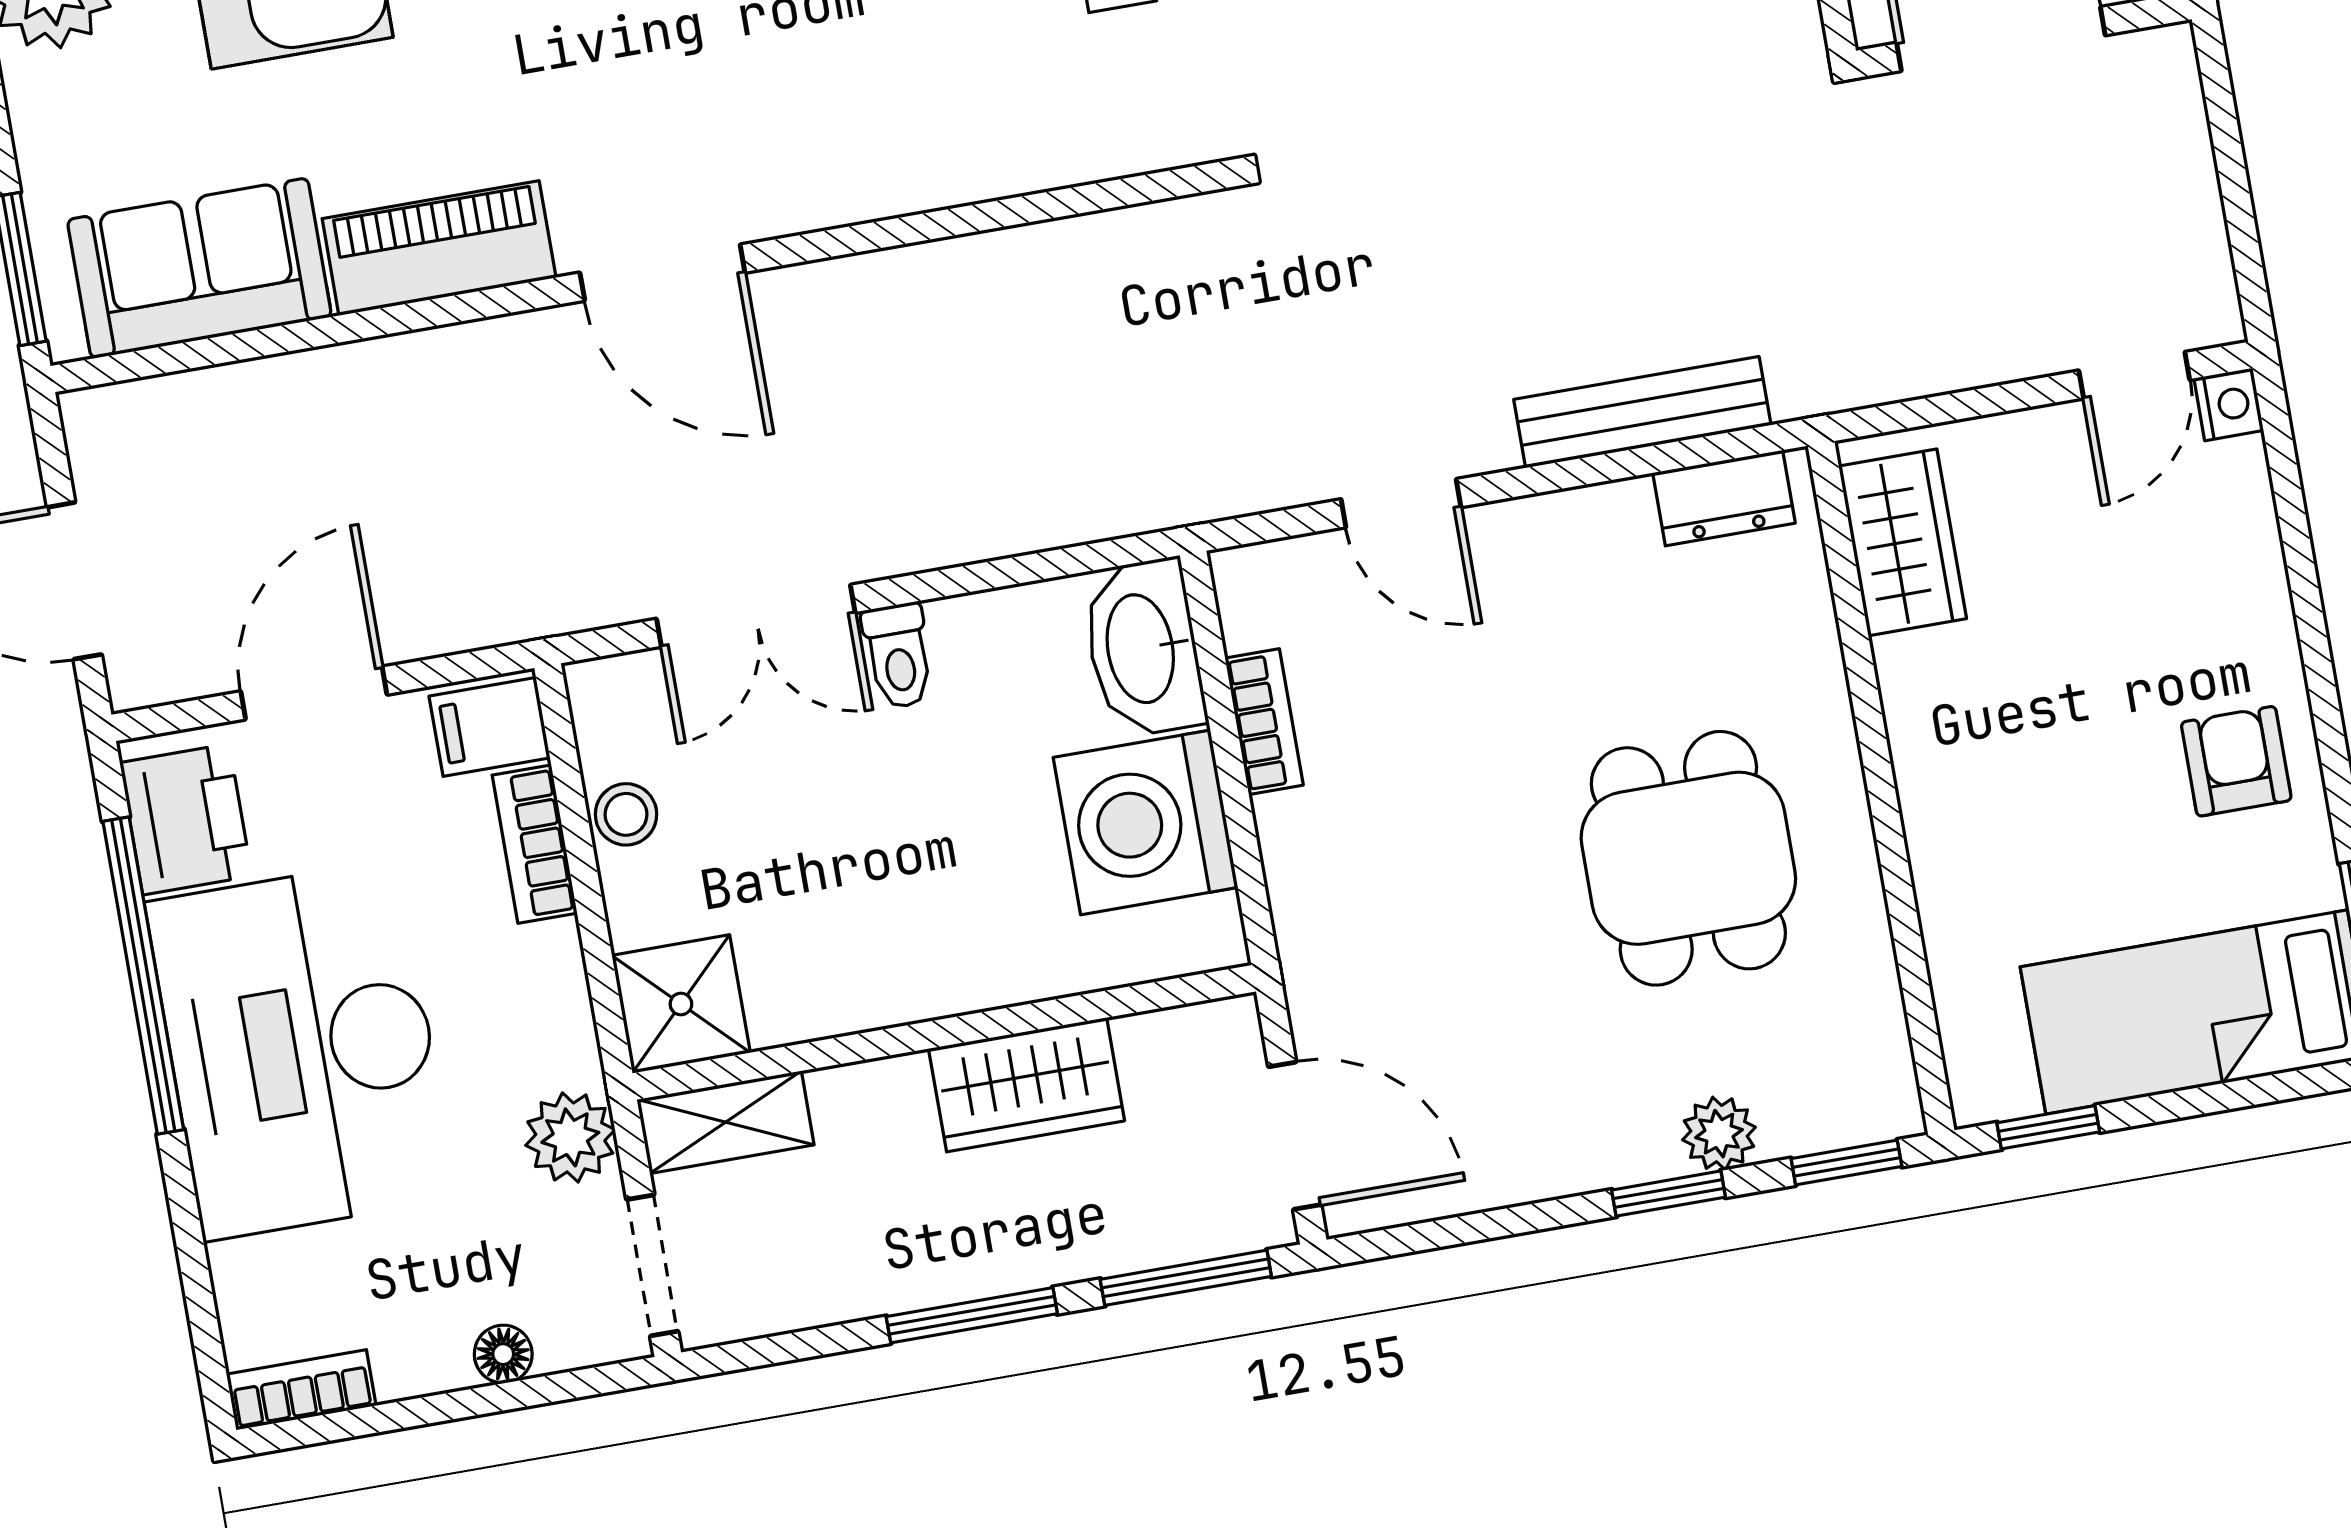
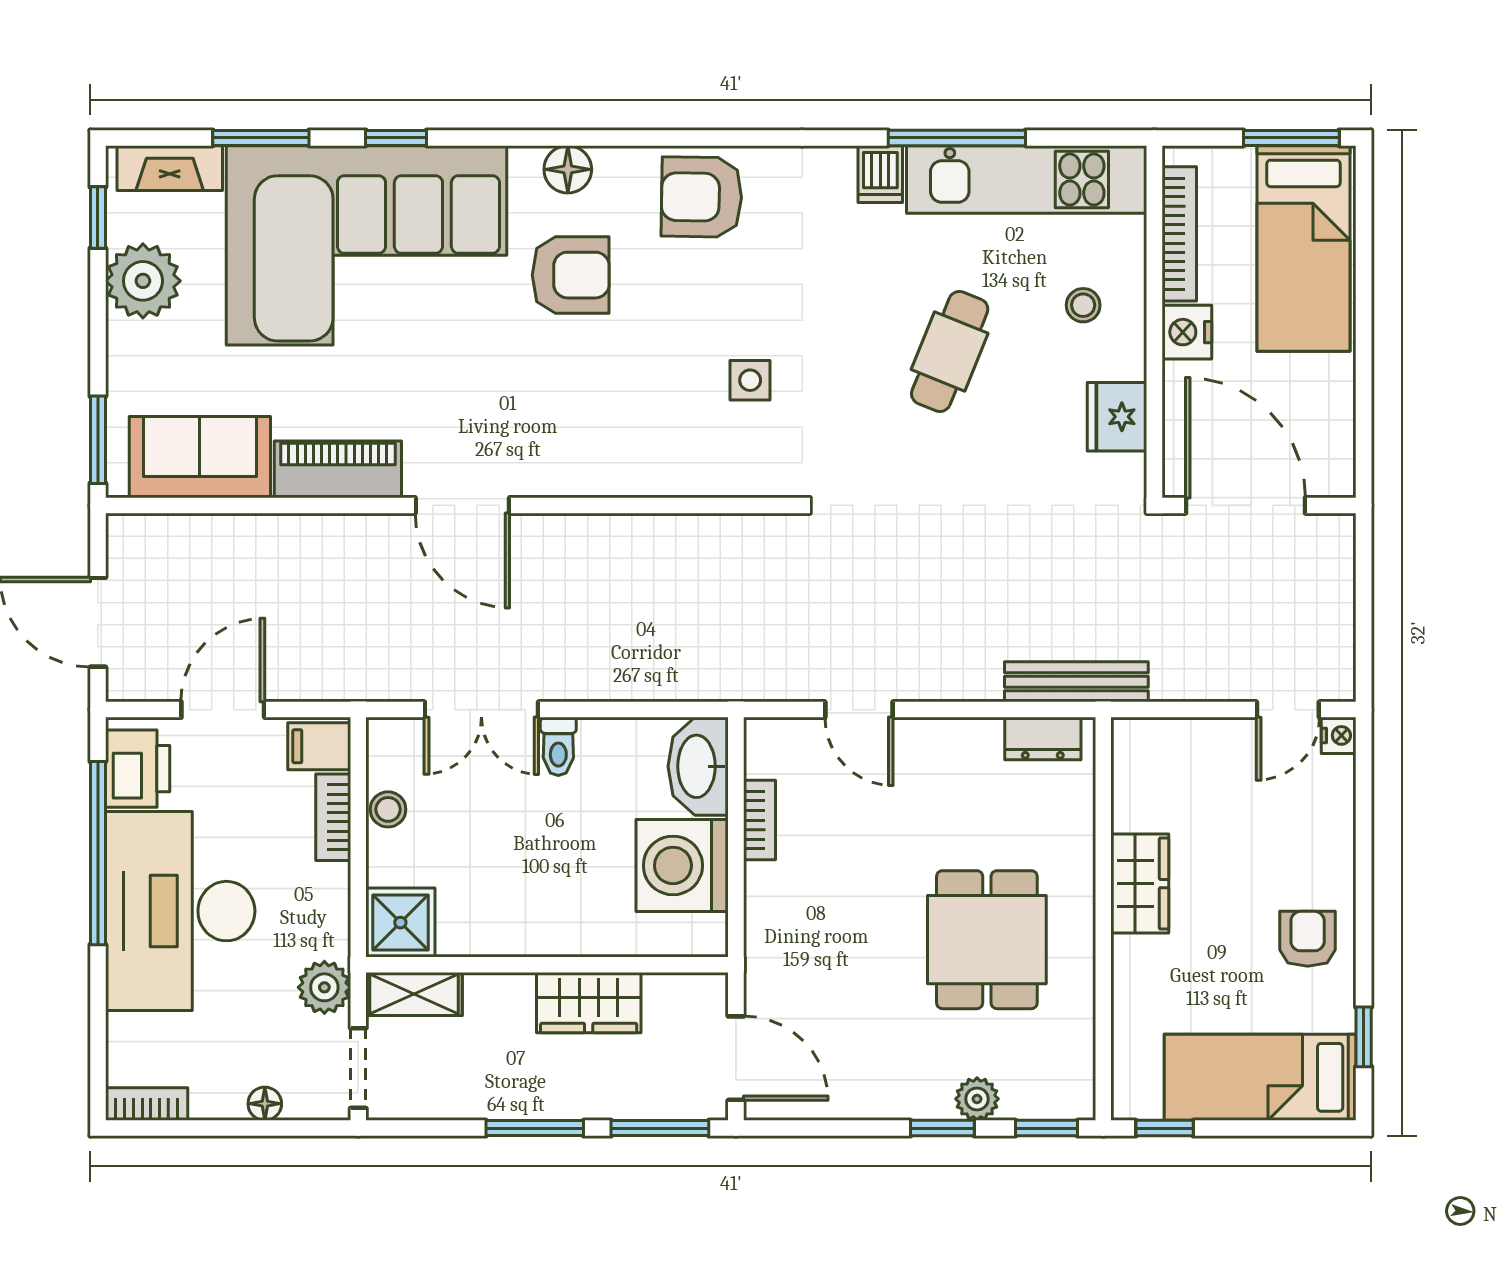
bench: (1642, 412) -> (1076, 682), moved
wardrobe: (1903, 542) -> (1140, 884), moved

